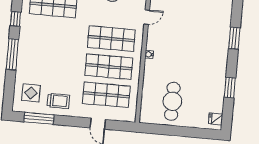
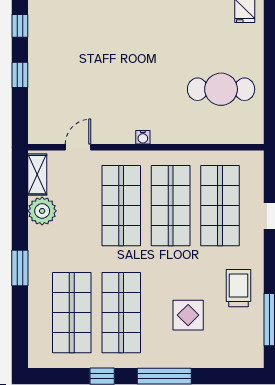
door: (147, 17) -> (78, 147), hinge flipped
shop shelf: (51, 33) -> (121, 313), added
display table: (31, 93) -> (188, 315), moved

